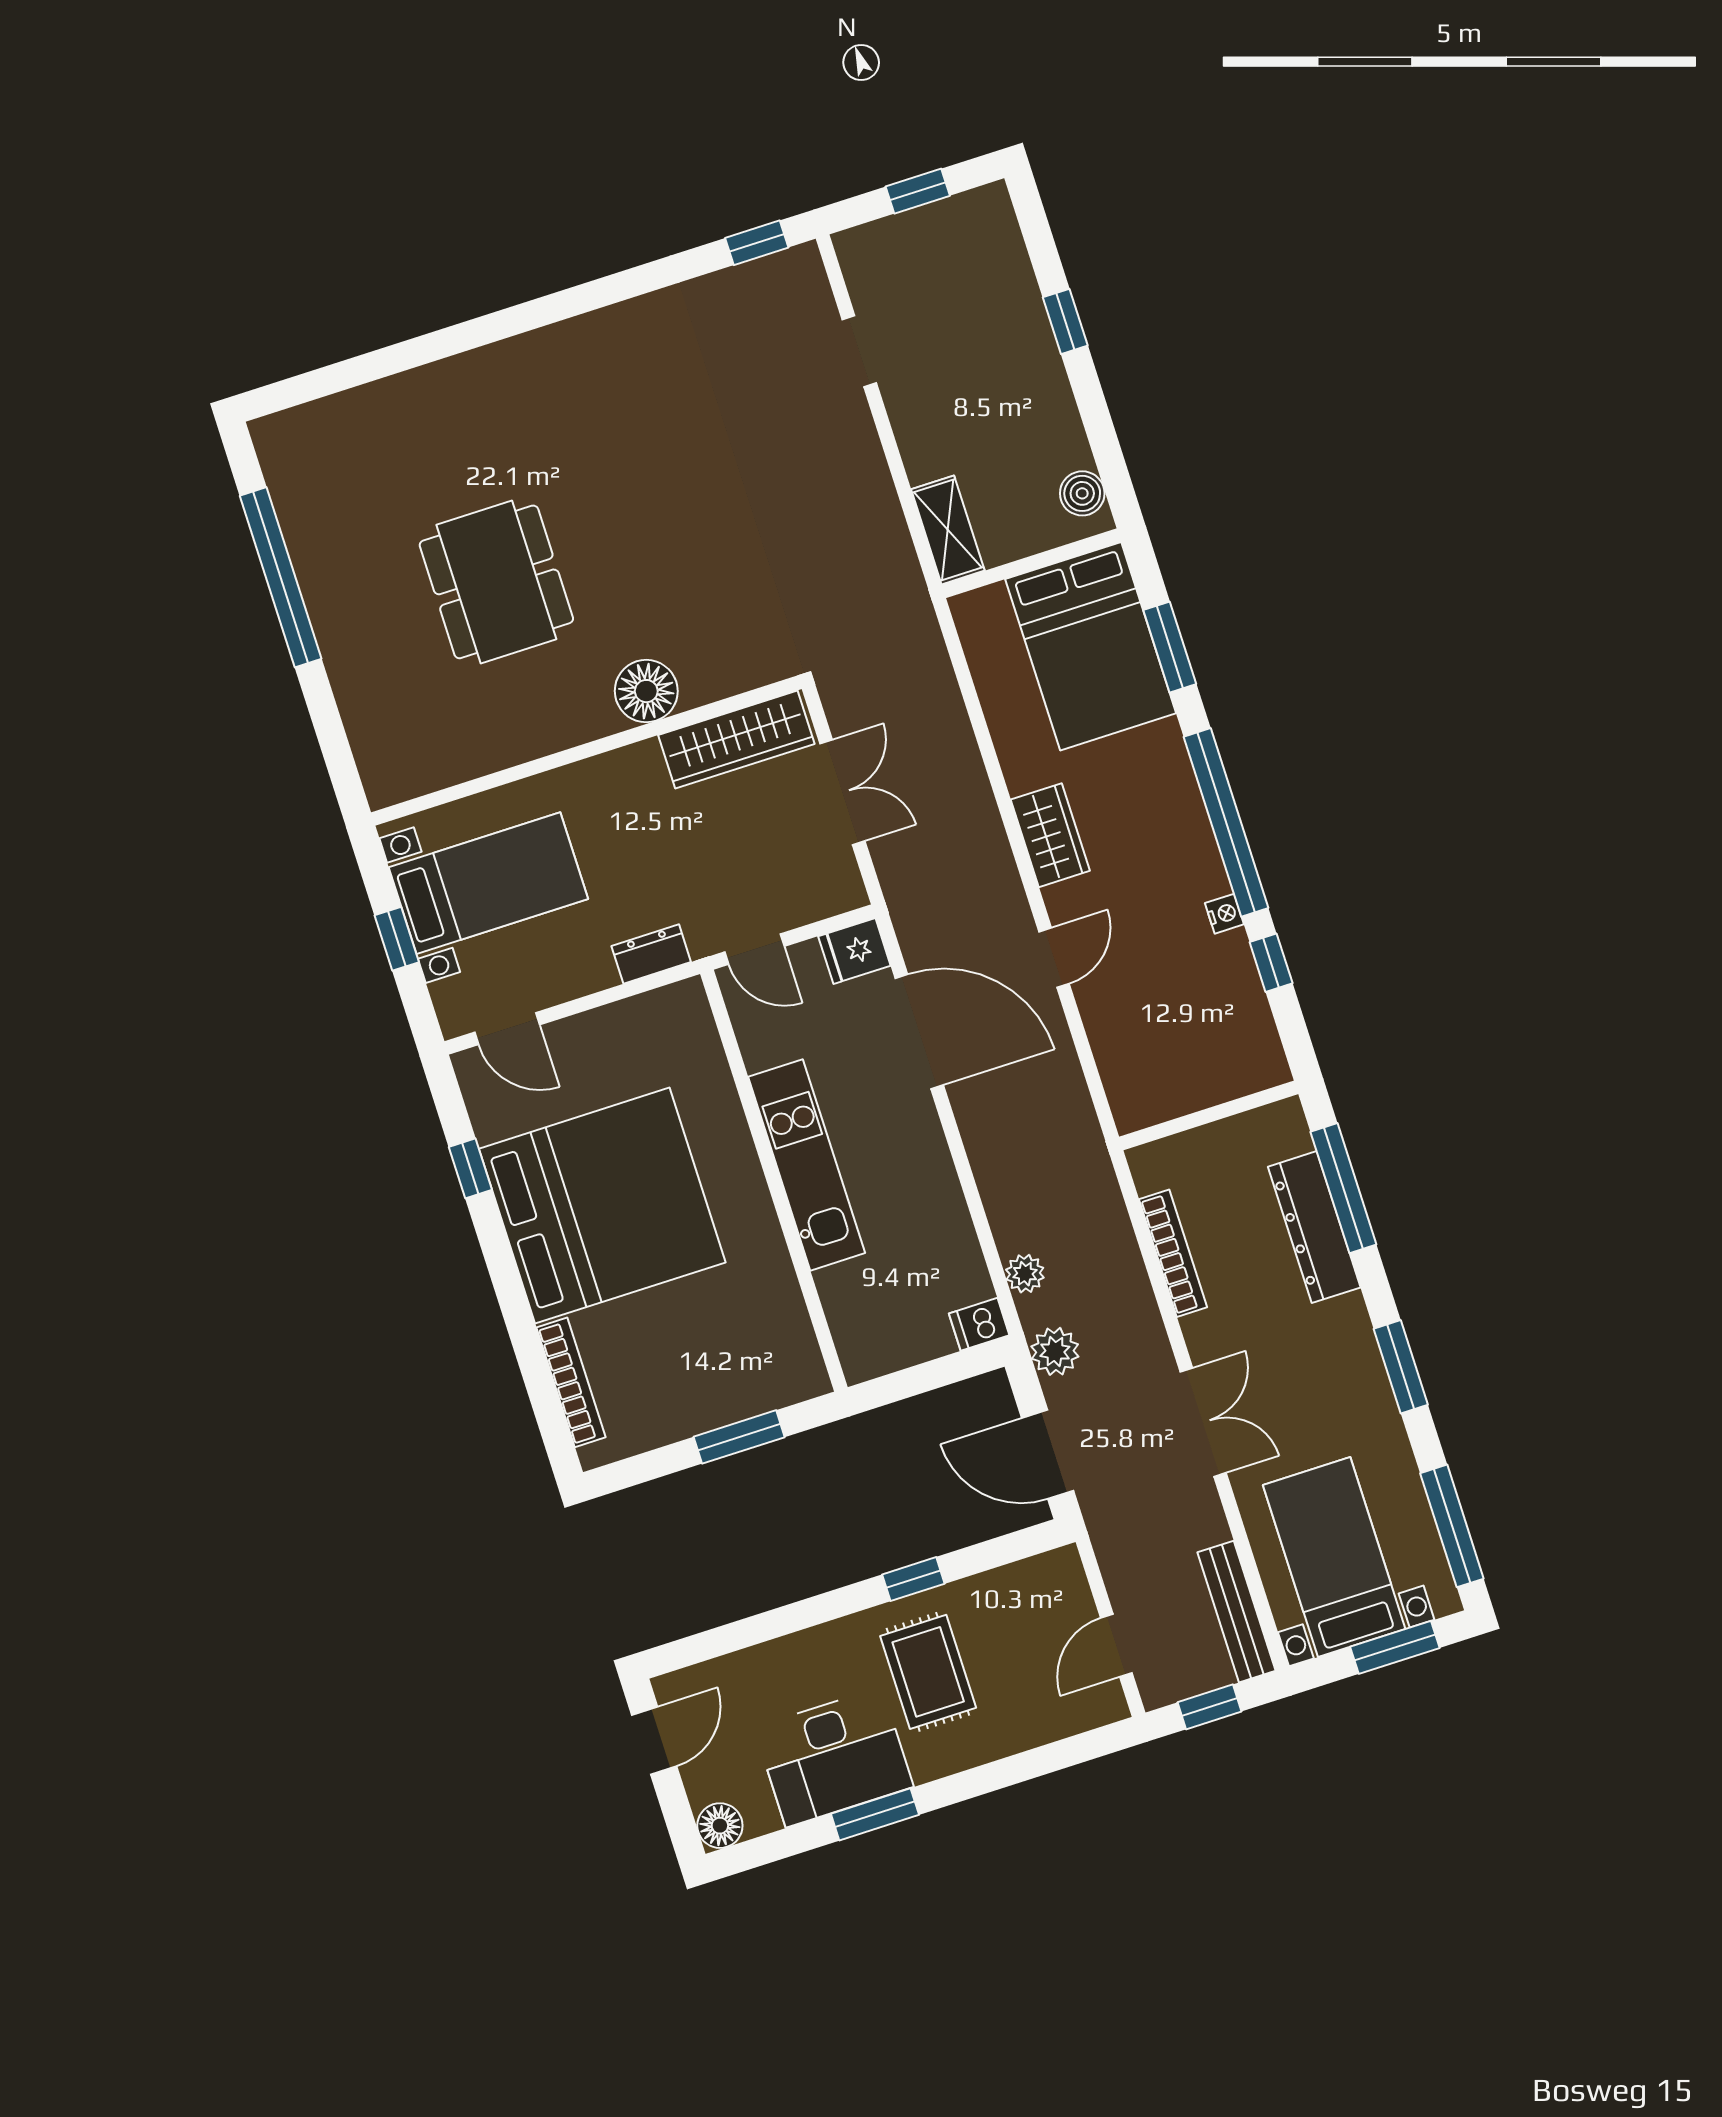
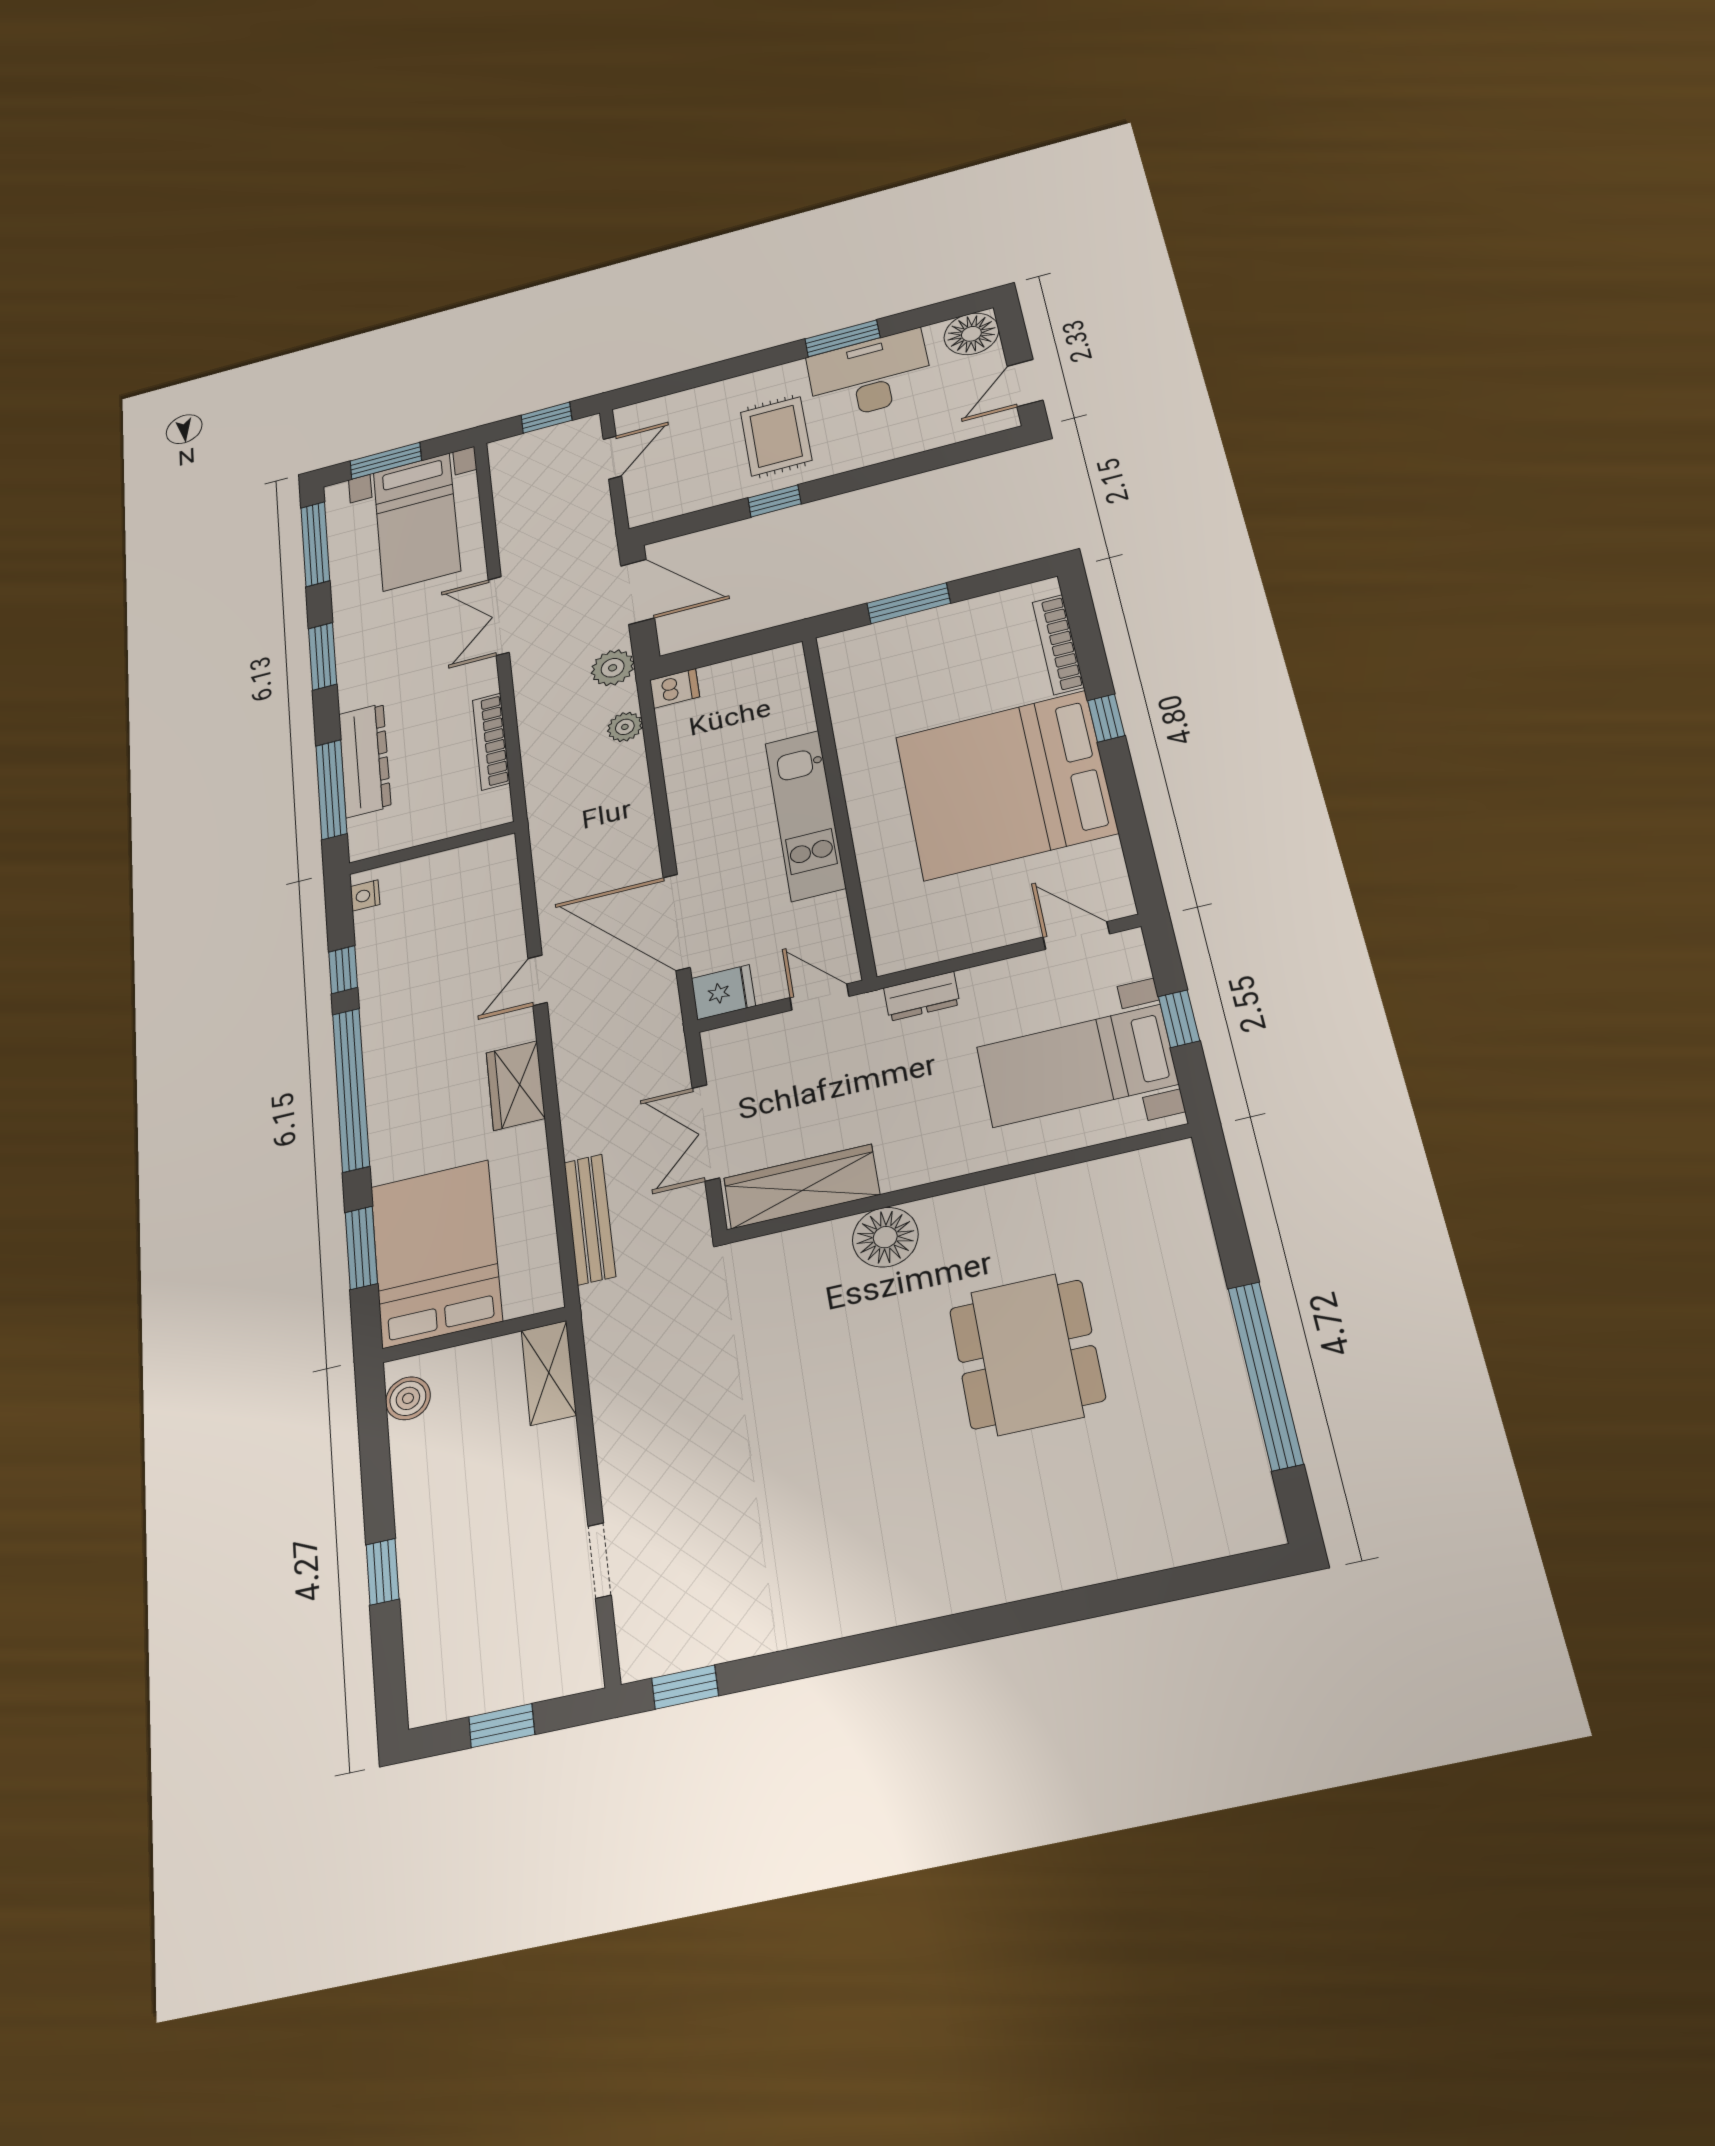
nightstand: (1224, 914) -> (365, 895), moved
window: (470, 1168) -> (1106, 718), moved
bench: (1236, 1612) -> (590, 1219), moved
floor lamp: (720, 1826) -> (971, 334), width x1.38, depth x1.38

